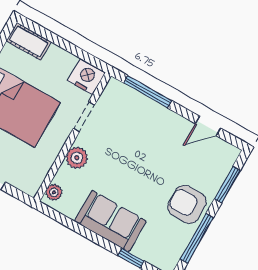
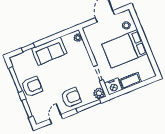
cot: (29, 41) -> (130, 81), moved
armchair: (156, 129) -> (71, 97), added
plant: (77, 158) -> (99, 93), moved

